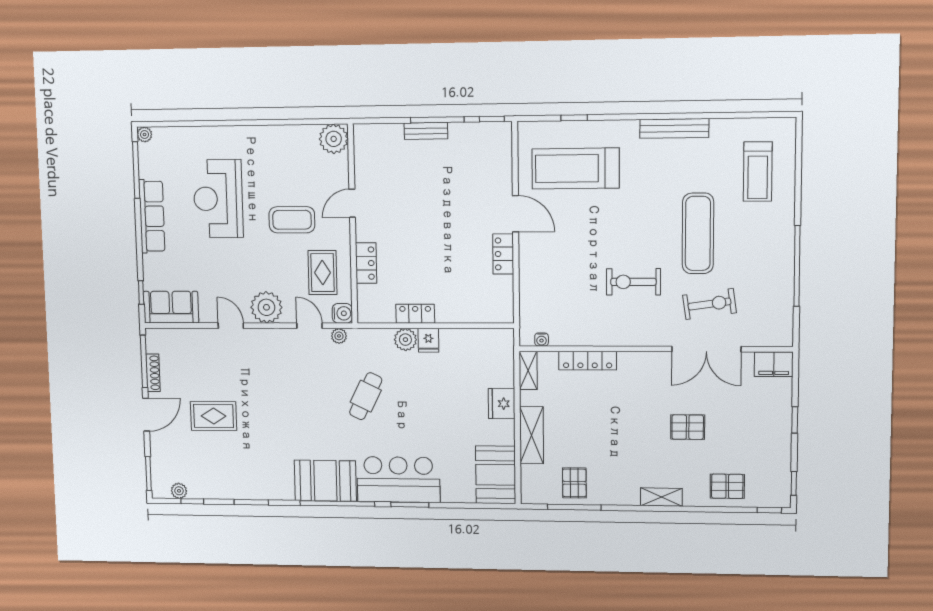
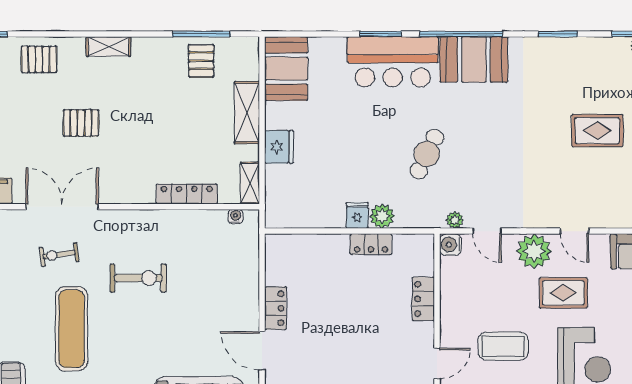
rug: (323, 273) -> (563, 293), moved, turned 90
exercise bike: (709, 304) -> (59, 255), width x0.73, depth x0.72

